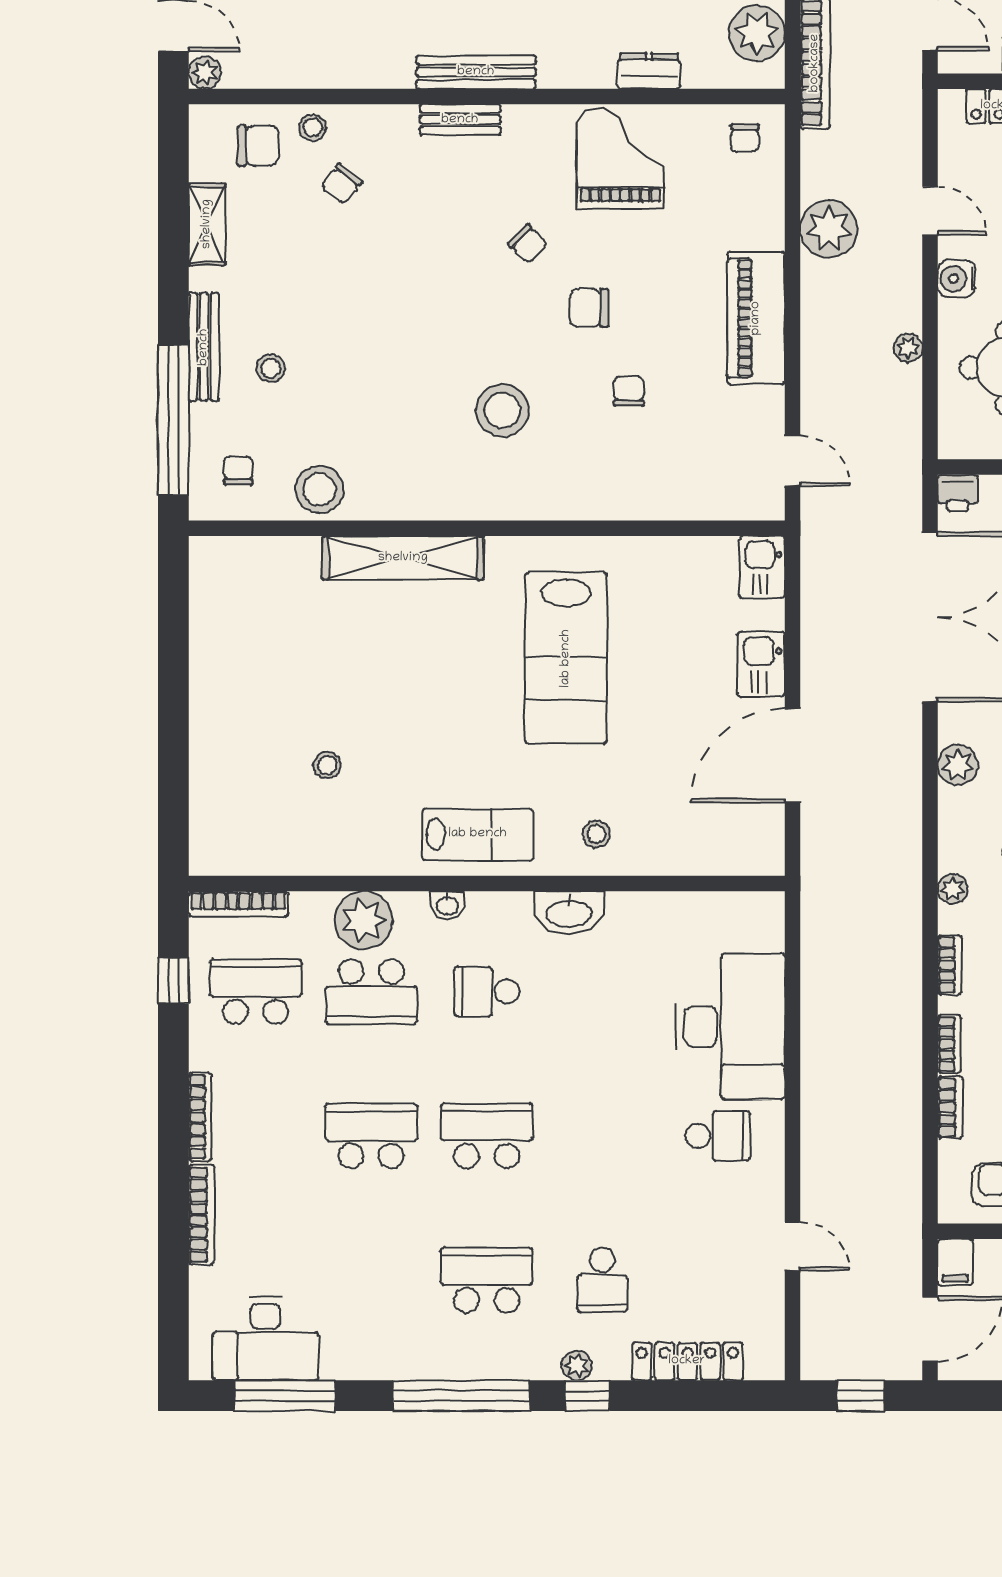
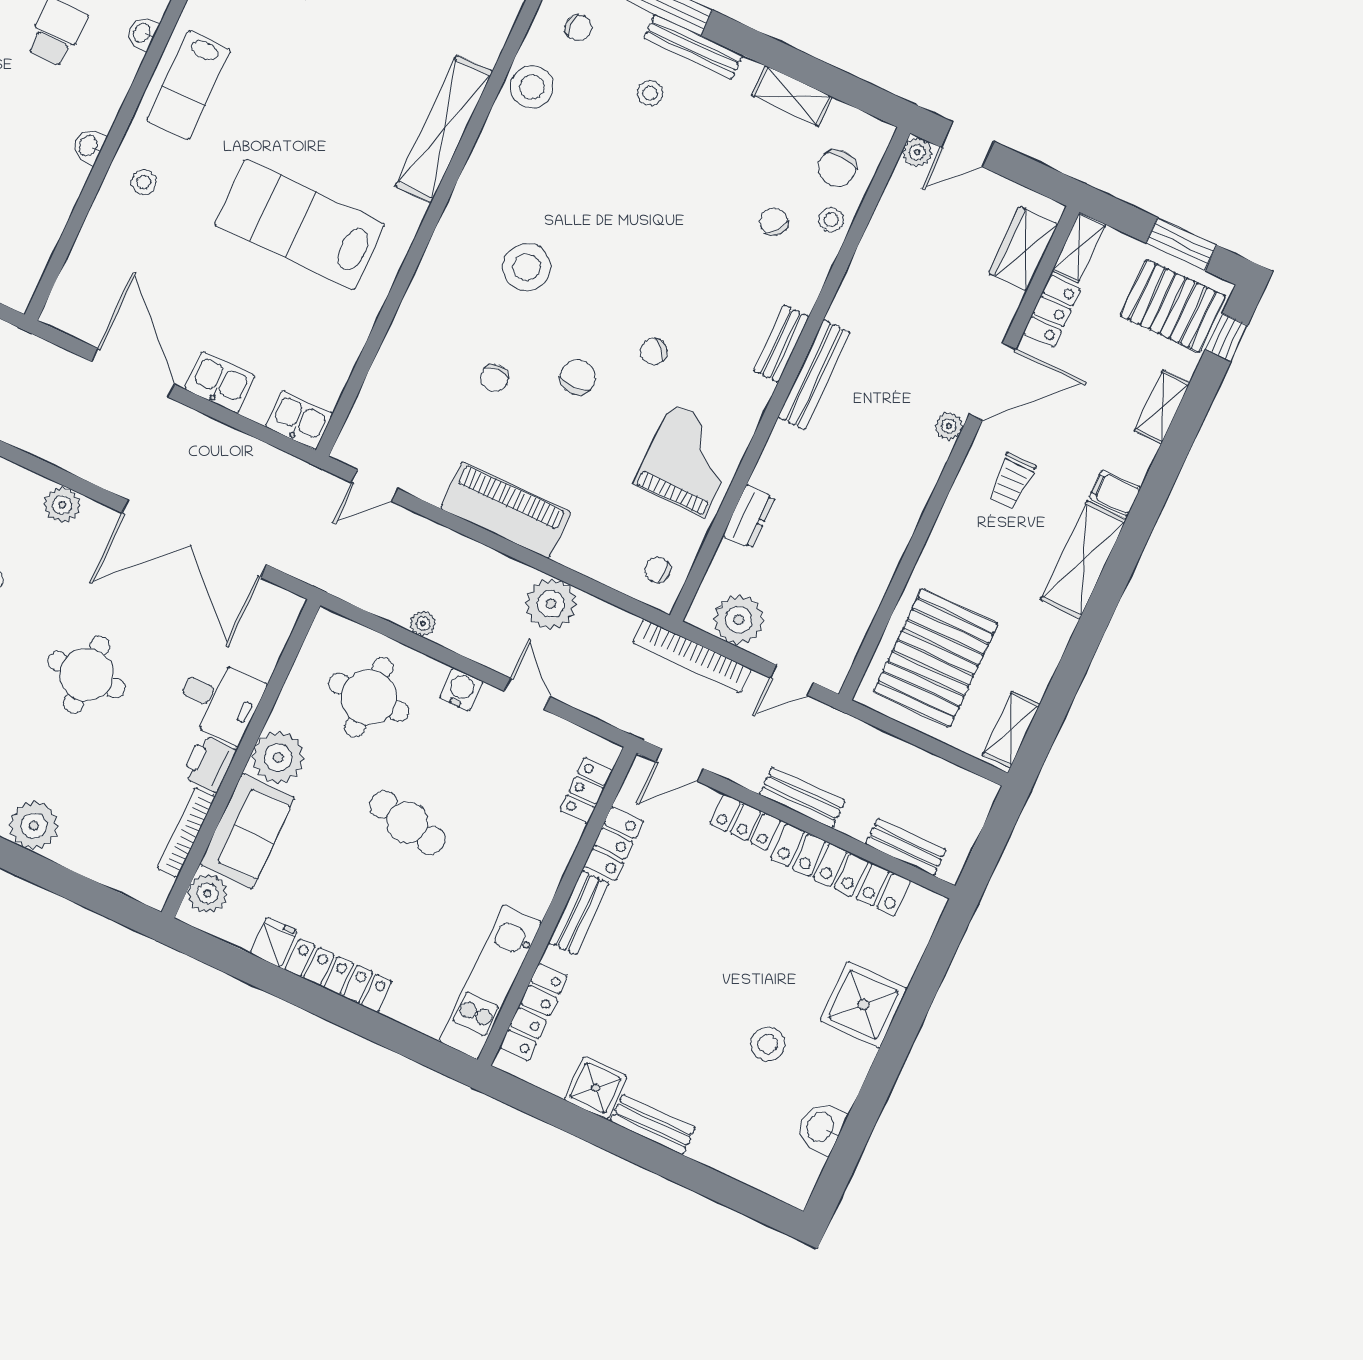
grand piano: (620, 159) -> (688, 460), turned -90
door: (930, 211) -> (527, 694), swing flipped
chair: (629, 391) -> (494, 378), turned 85
printer: (958, 493) -> (285, 609), removed
washbasin: (569, 913) -> (89, 146), width x0.52, depth x0.69

